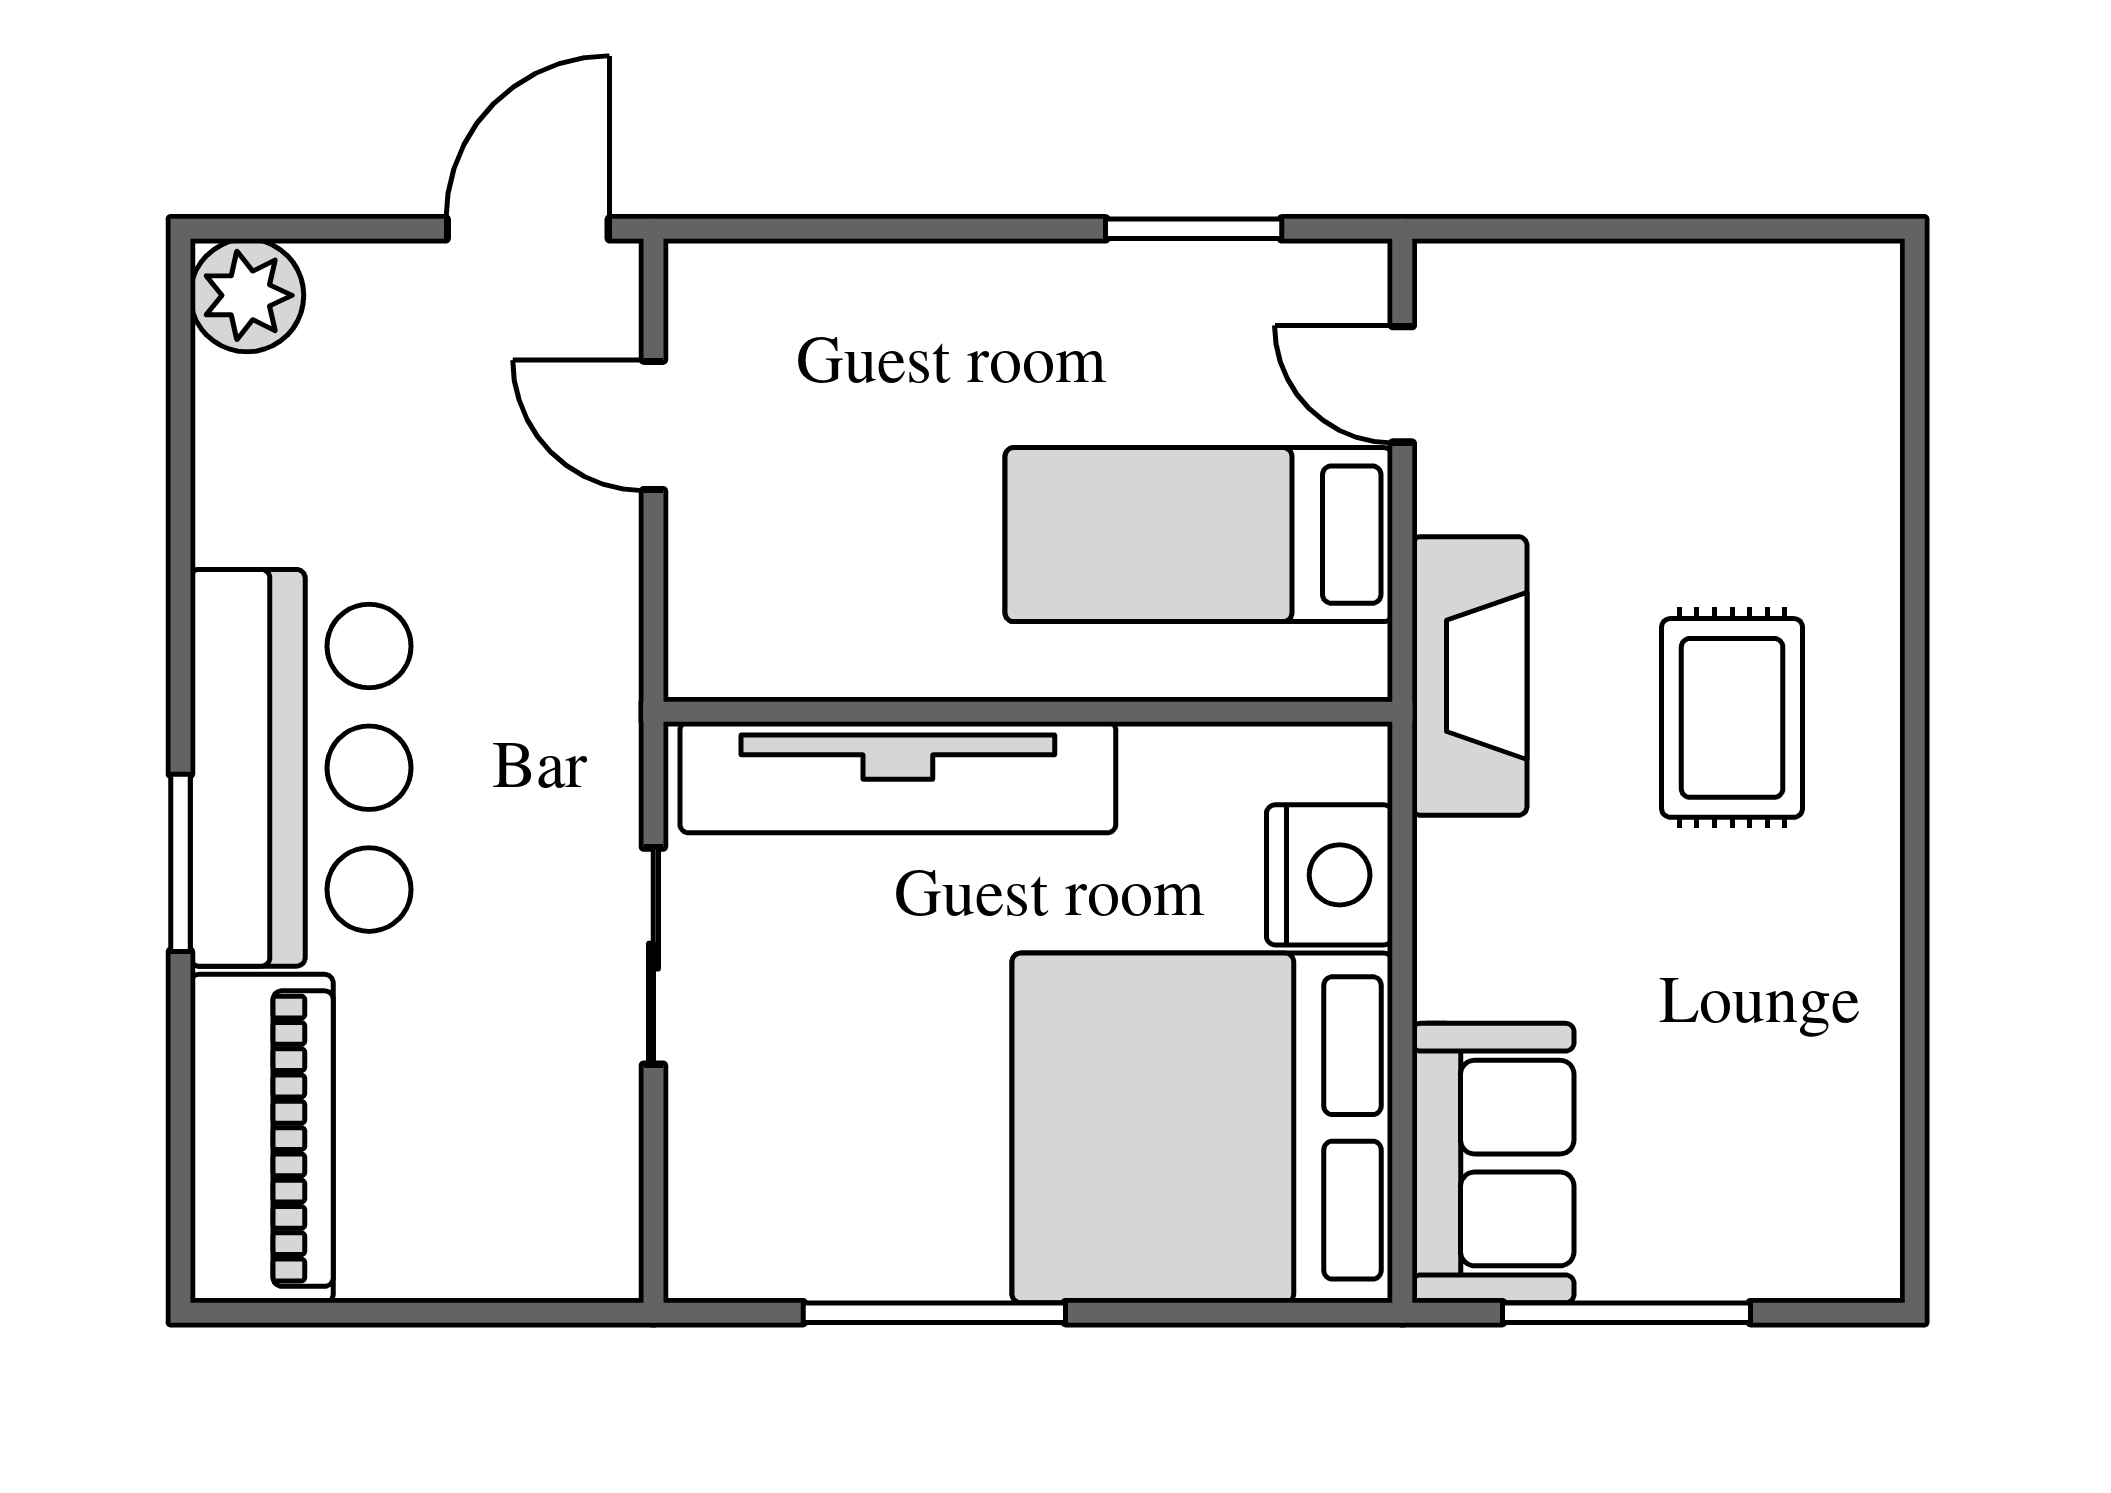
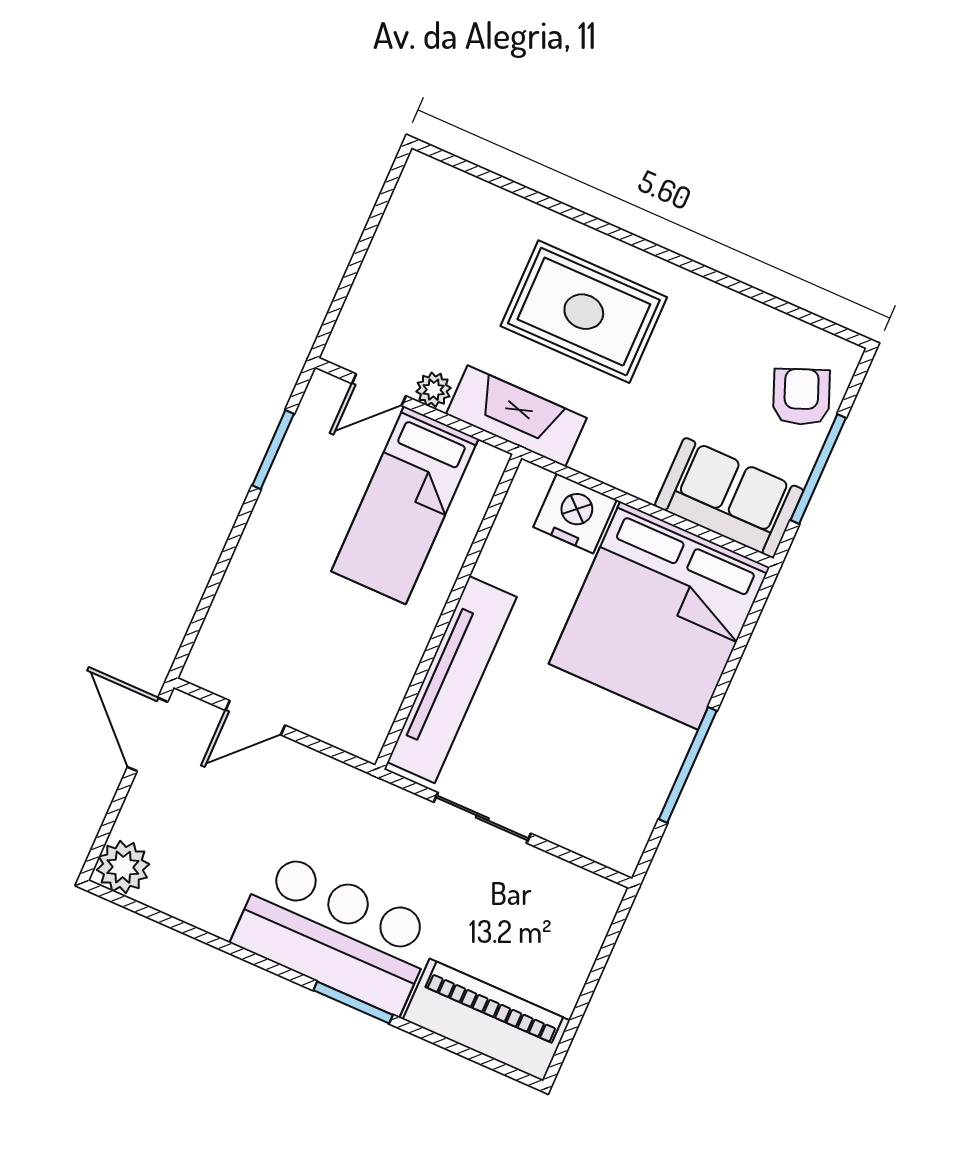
plant: (1450, 491) -> (434, 390), added
rug: (1732, 718) -> (584, 312), width x1.36, depth x1.43
armchair: (1753, 1217) -> (801, 397), added

